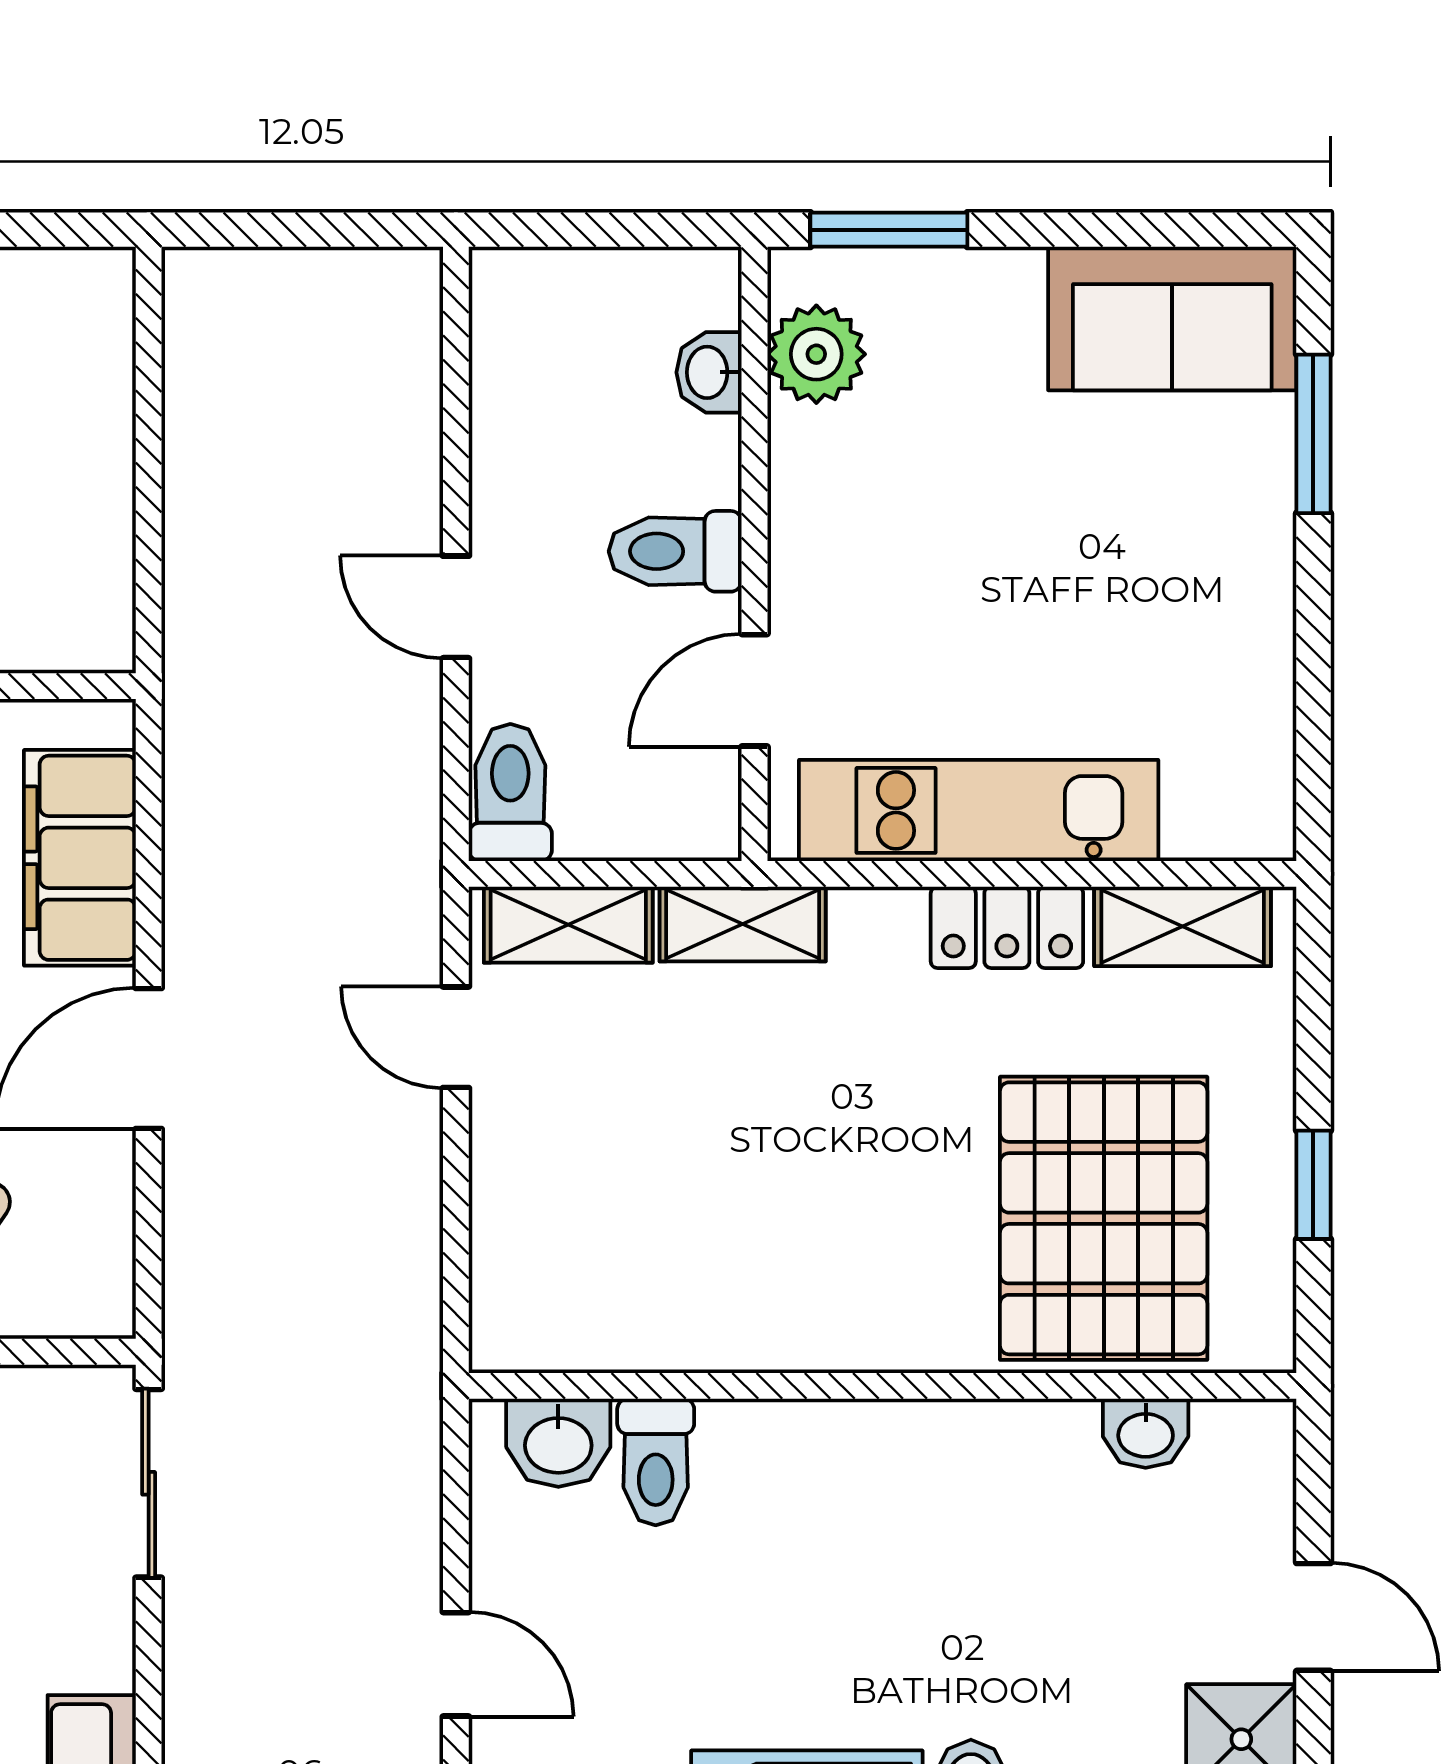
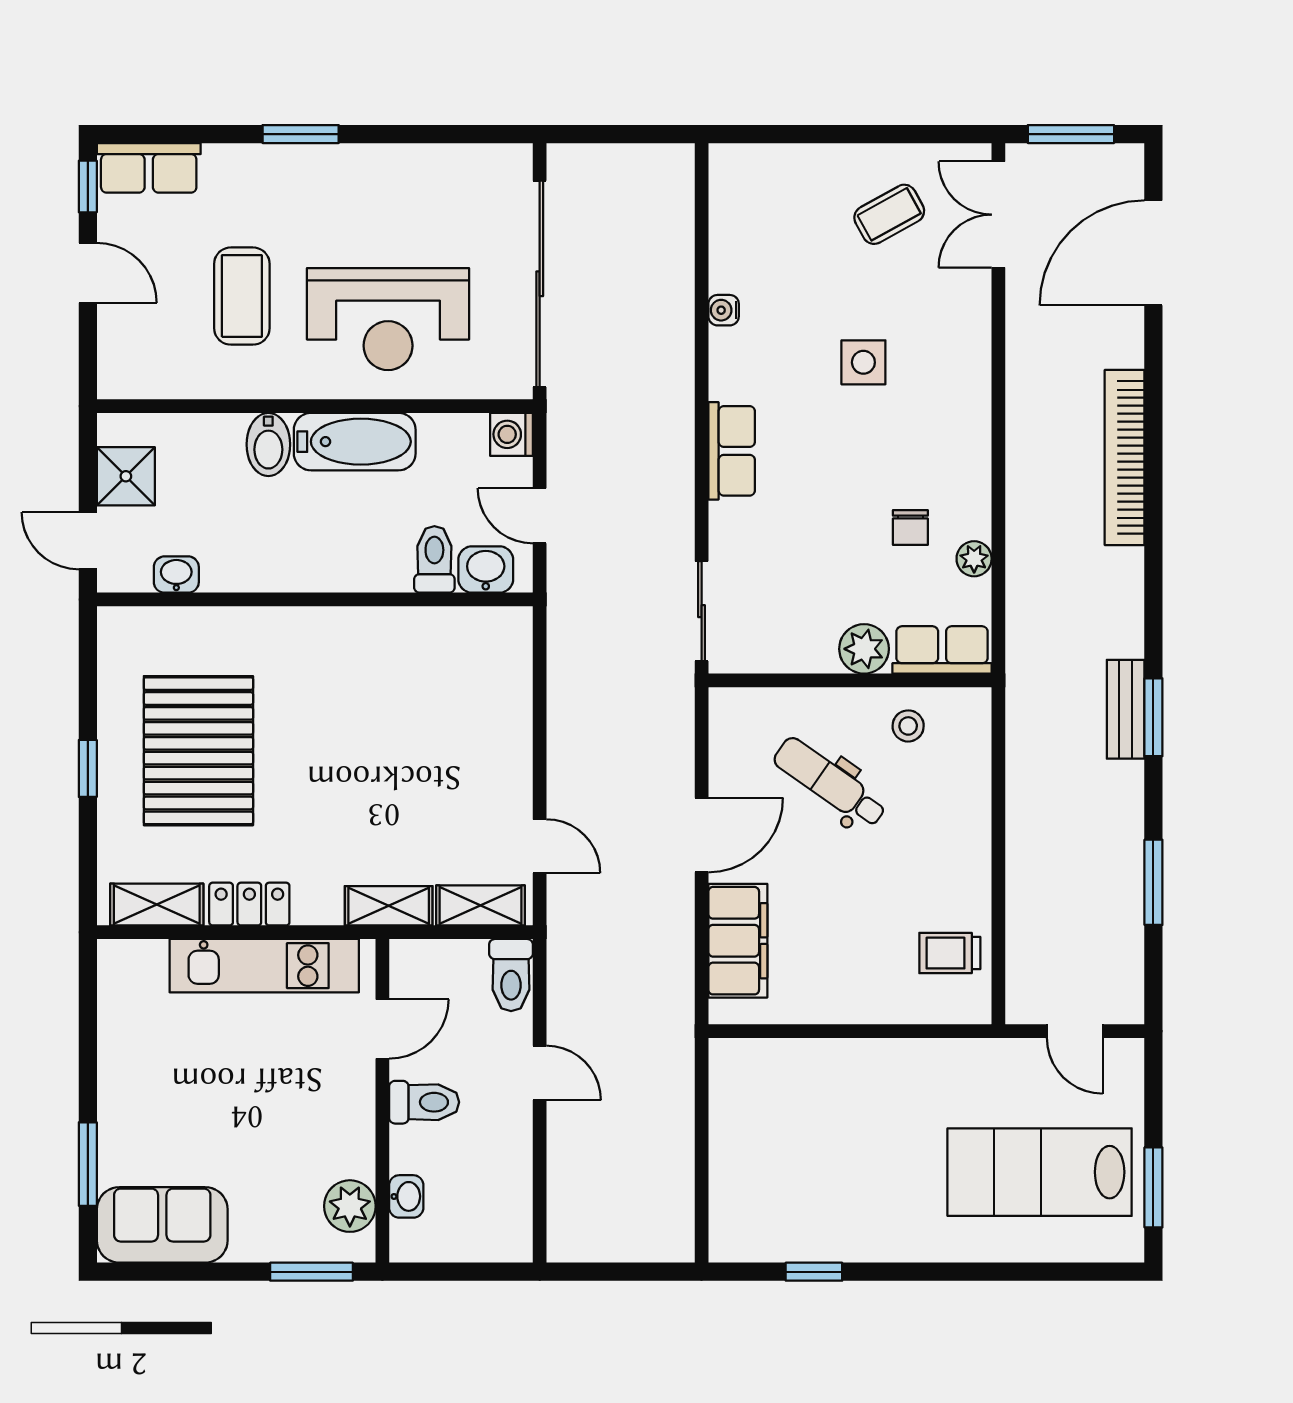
wall: (883, 1386) -> (315, 599), moved
washbasin: (1146, 1433) -> (176, 575), moved
washbasin: (558, 1443) -> (486, 570), moved
toilet: (656, 1462) -> (434, 559), moved

